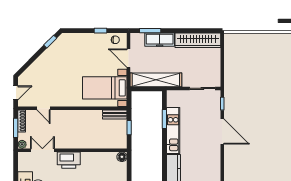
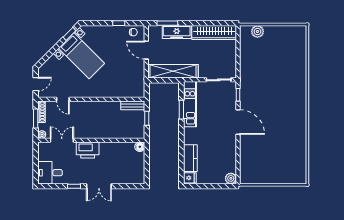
plant: (242, 39) -> (257, 31), added
bed with nightstands: (105, 88) -> (81, 56), moved, turned -135
kitchen unit: (173, 130) -> (190, 104), moved

